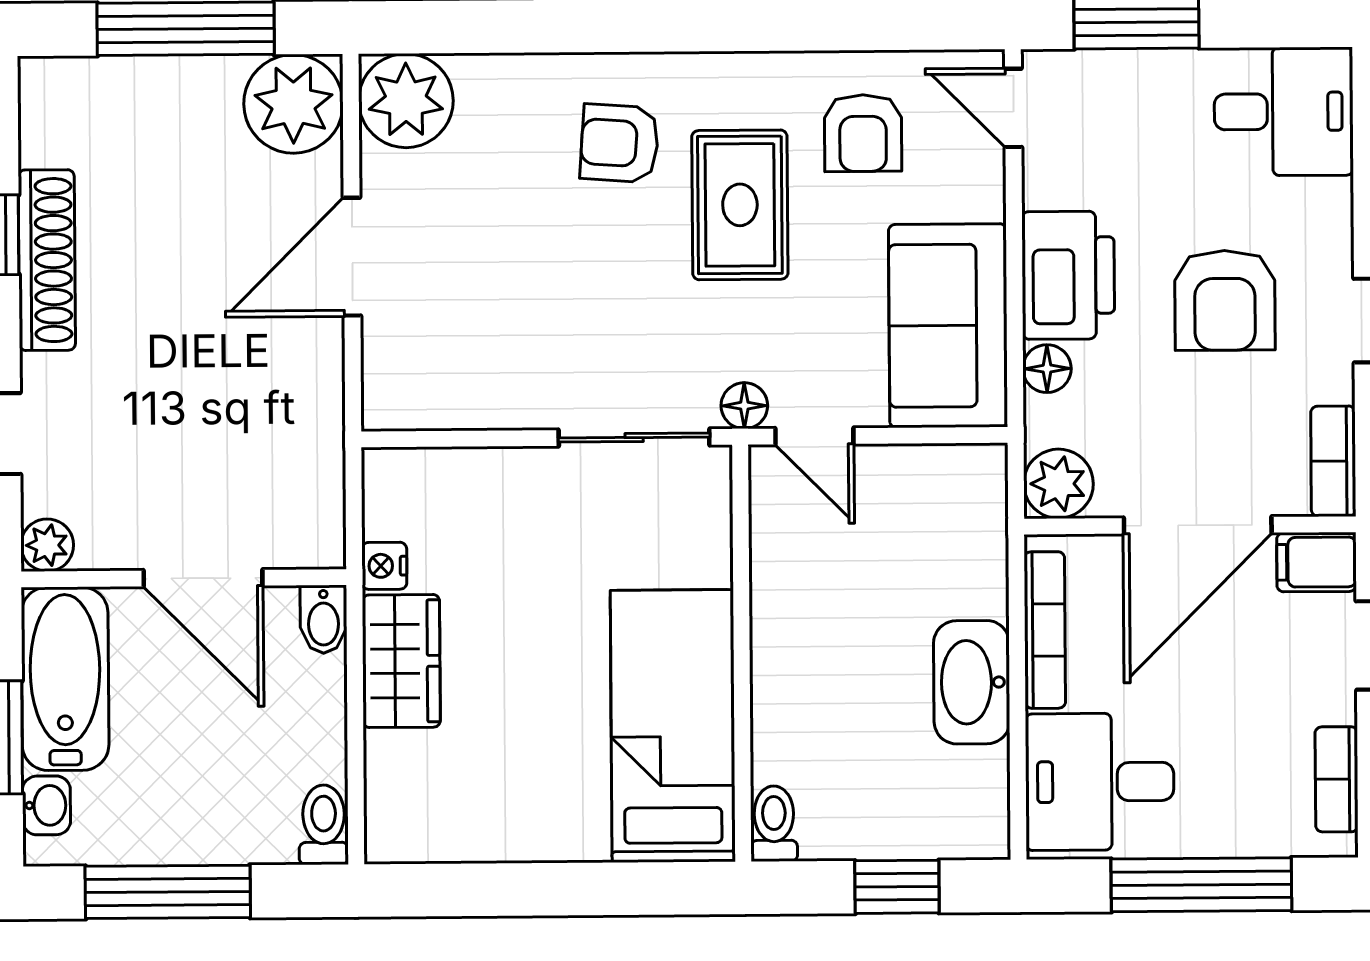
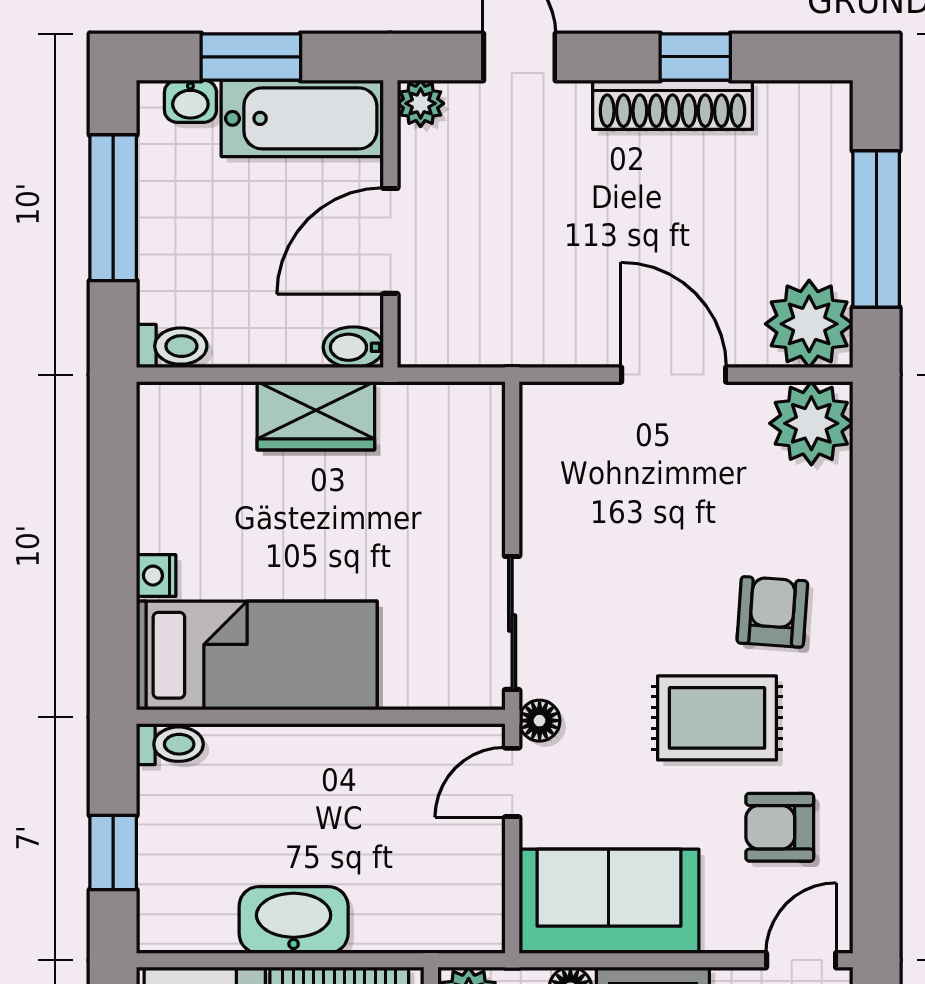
nightstand: (384, 566) -> (156, 576), moved, turned -90

